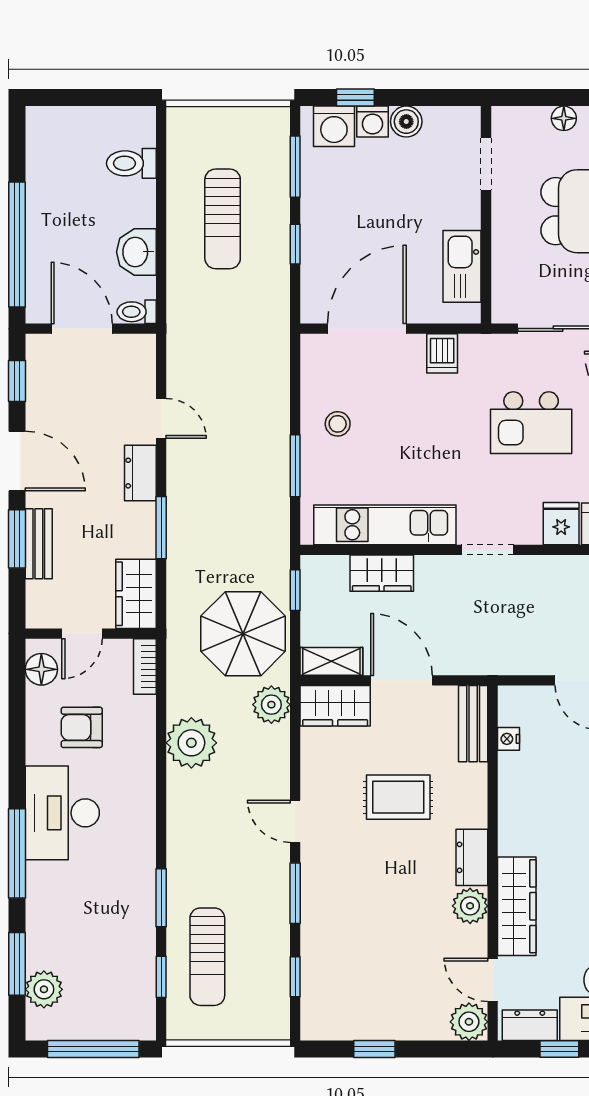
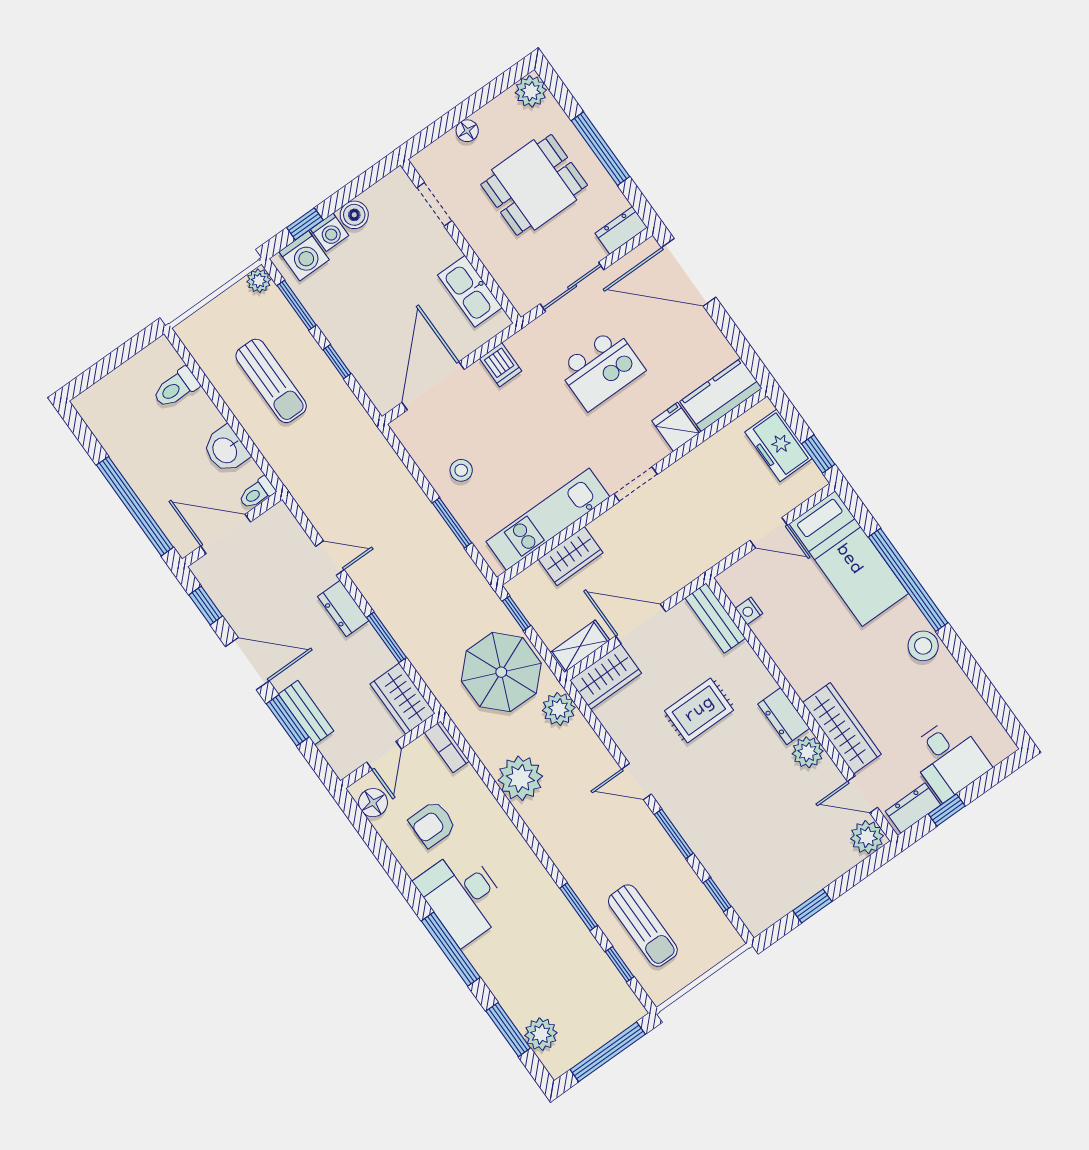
plant: (277, 120) -> (259, 281), added

